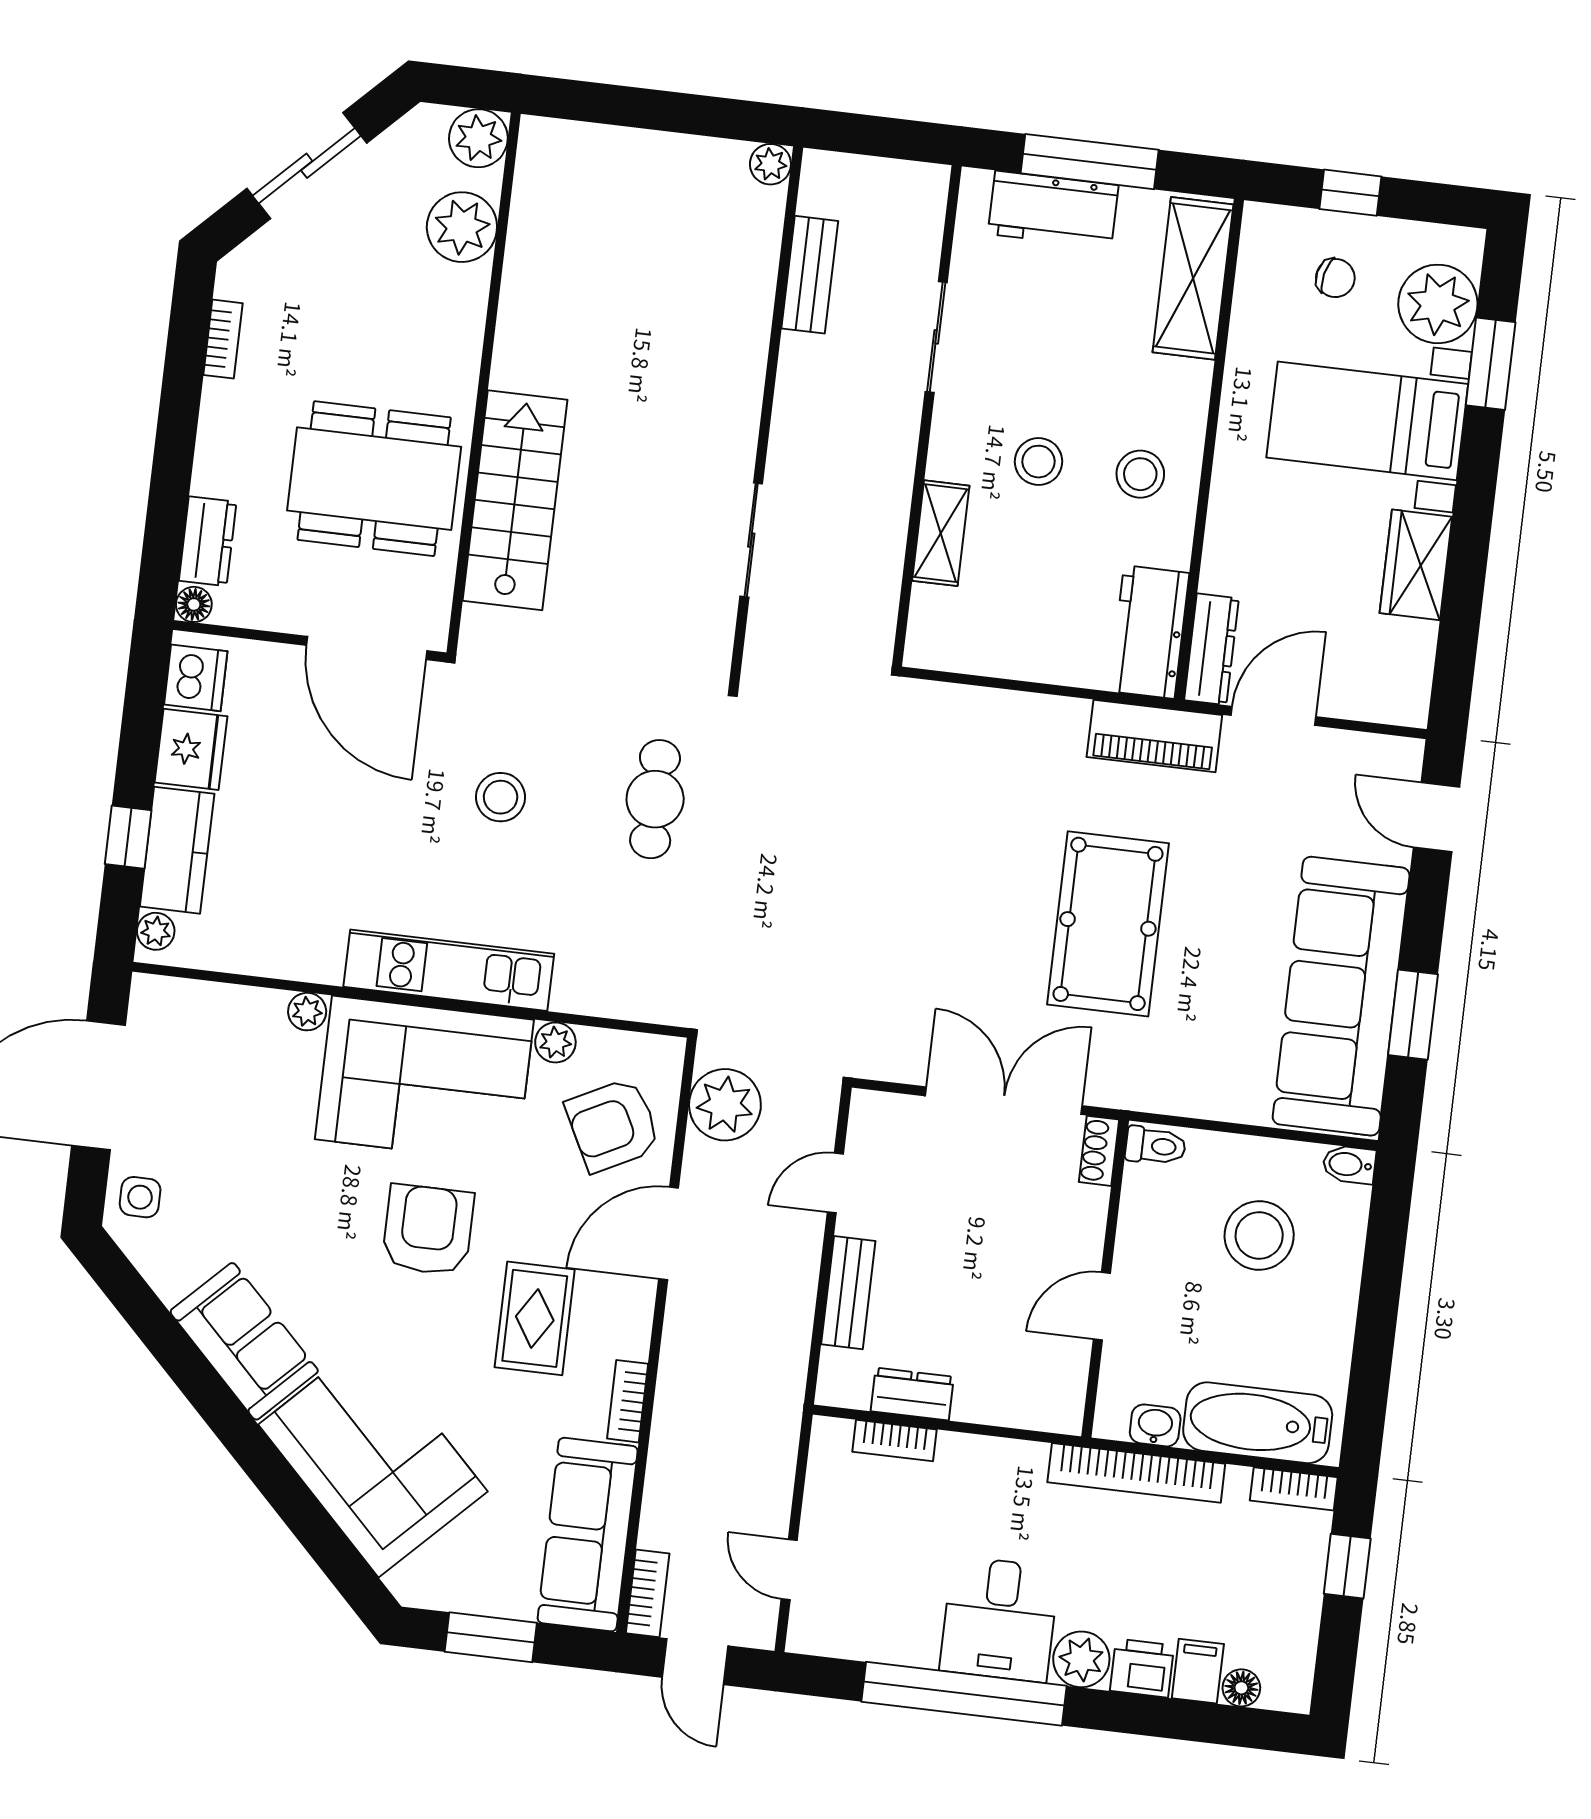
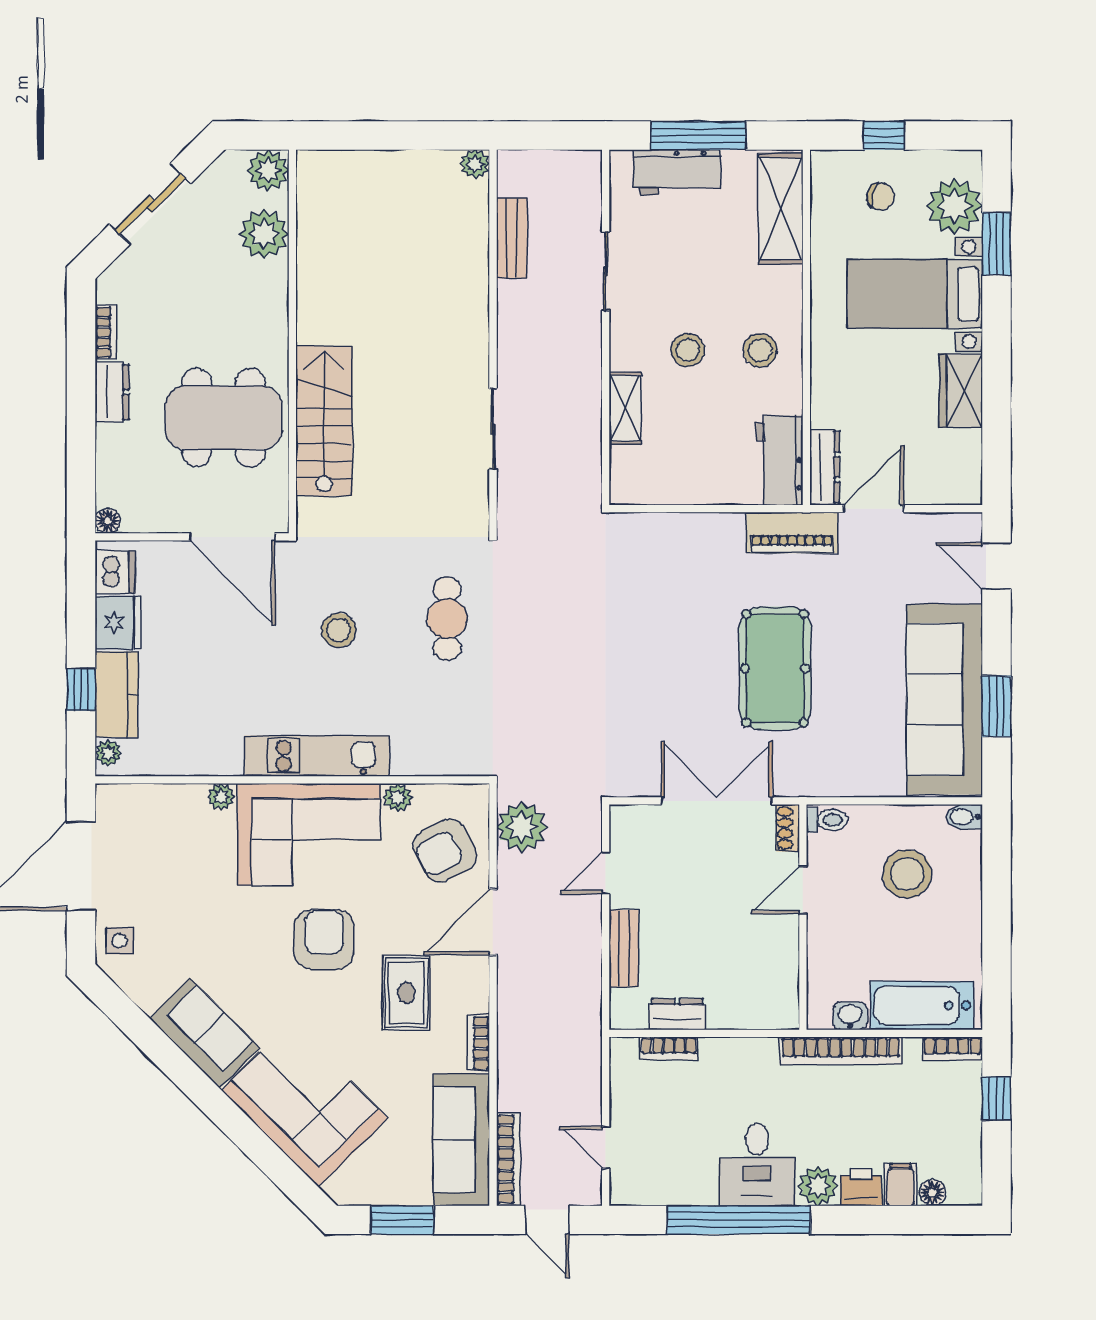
dresser: (208, 541) -> (112, 392), moved
door: (1102, 1306) -> (803, 890), moved
bookcase: (648, 1593) -> (508, 1159), width x1.56

